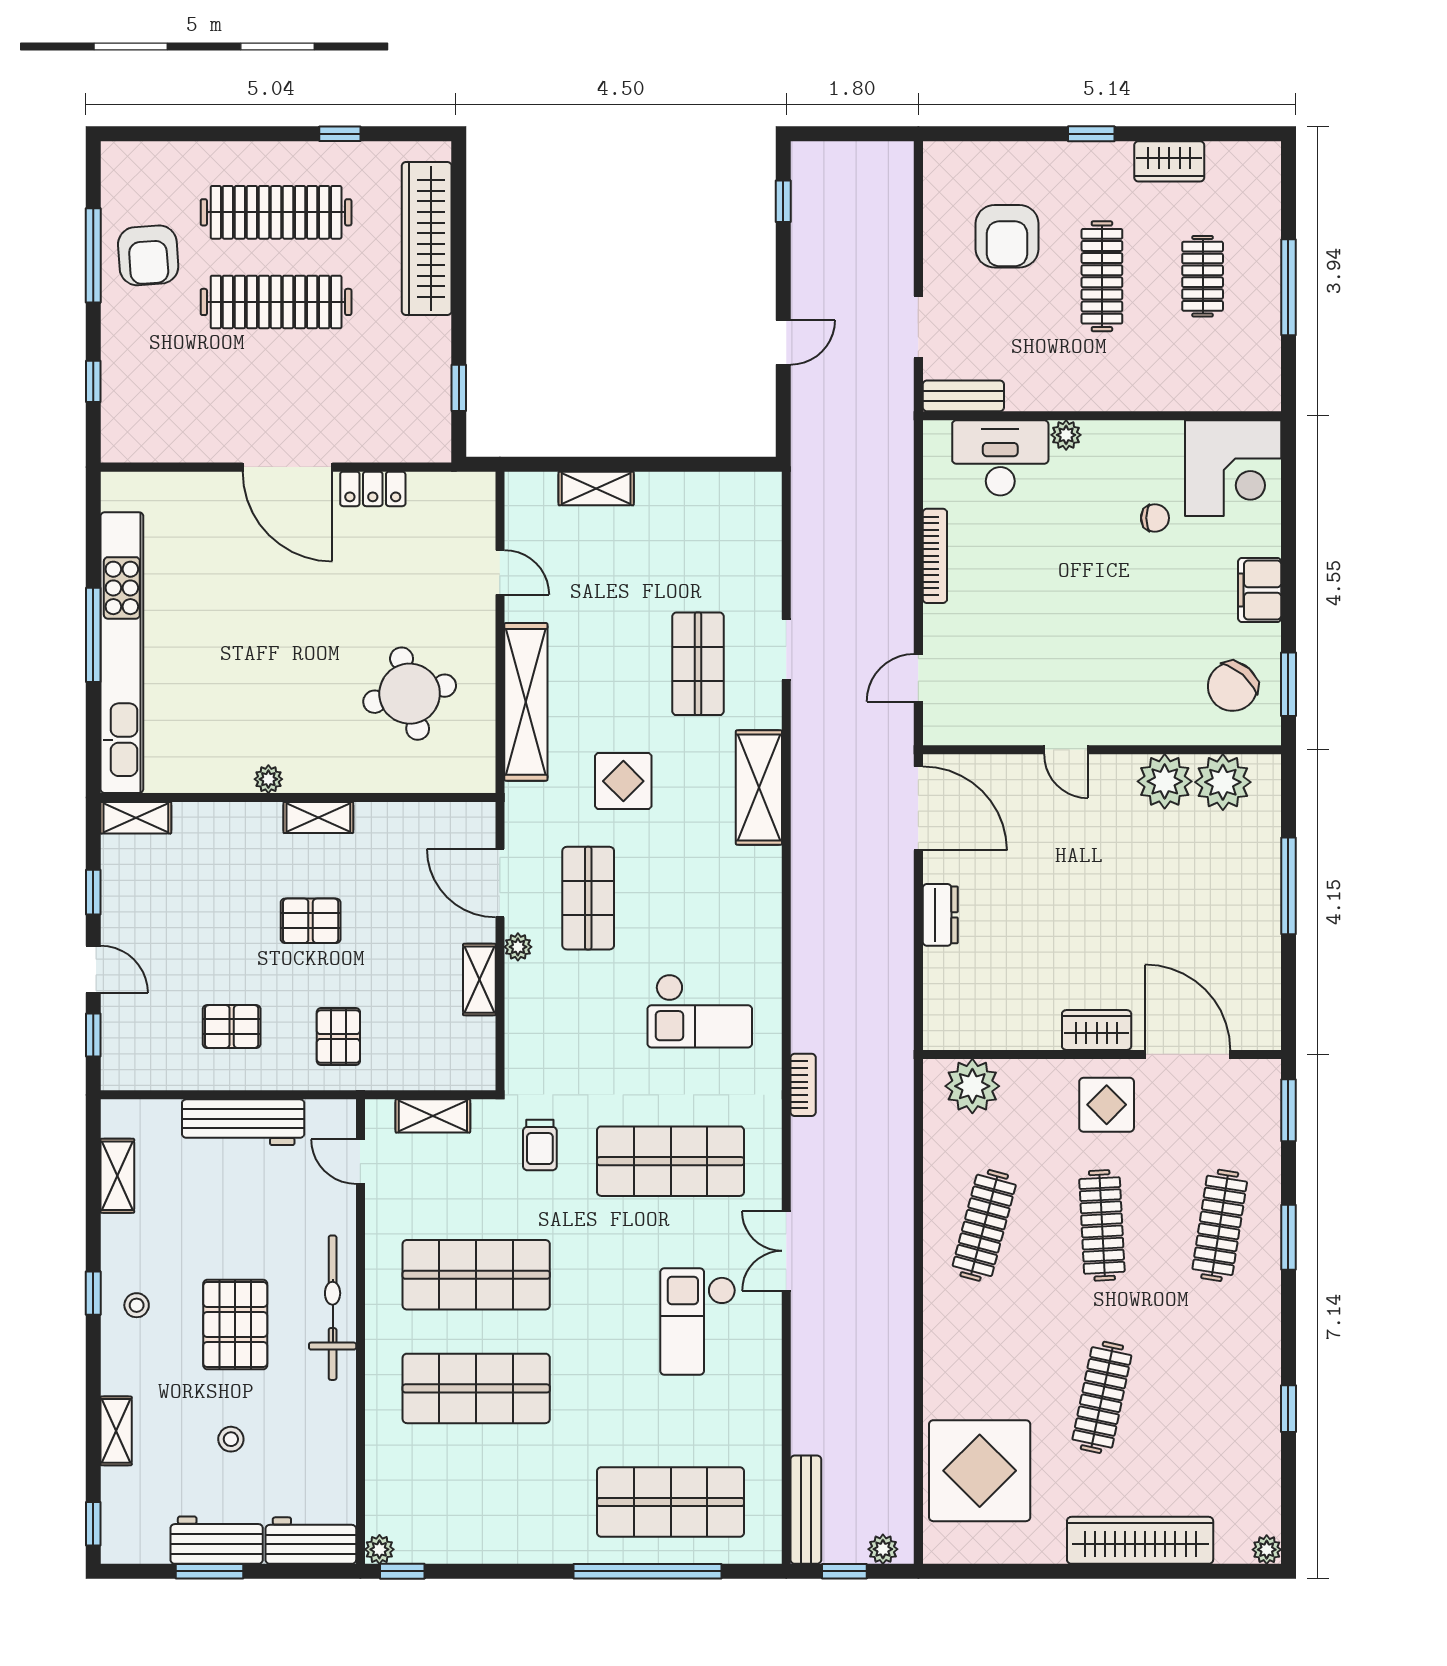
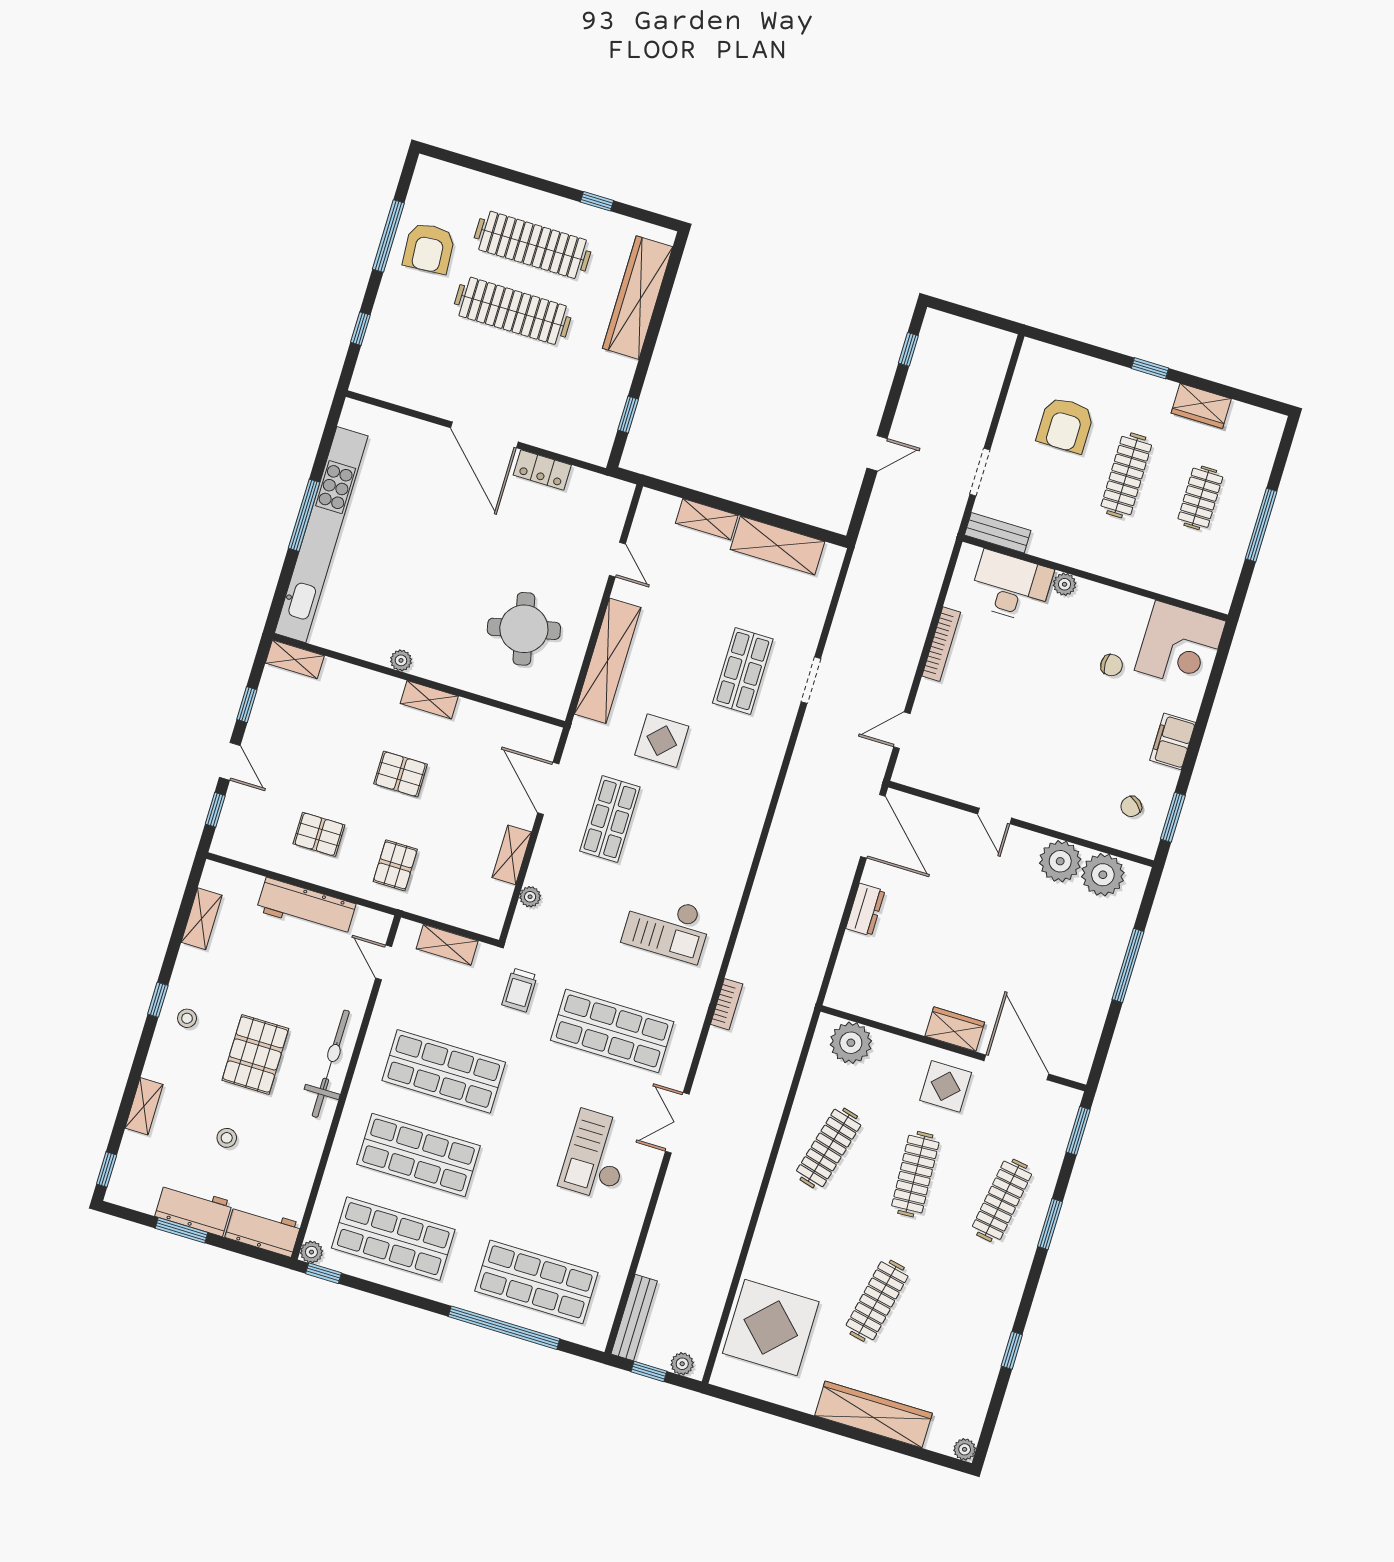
chair: (1233, 687) -> (1131, 806), width x0.54, depth x0.54
shelving: (759, 787) -> (777, 545), moved, turned 90
plant: (518, 947) -> (530, 897), moved
shop shelf: (476, 1502) -> (393, 1239), added

